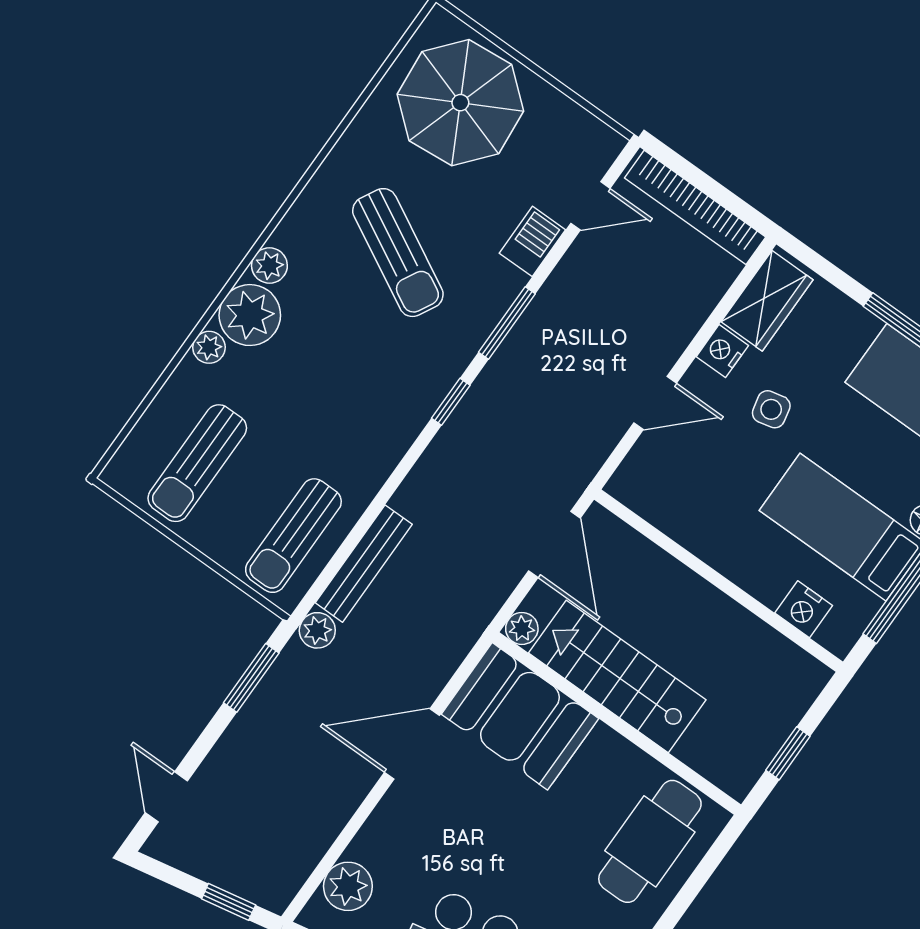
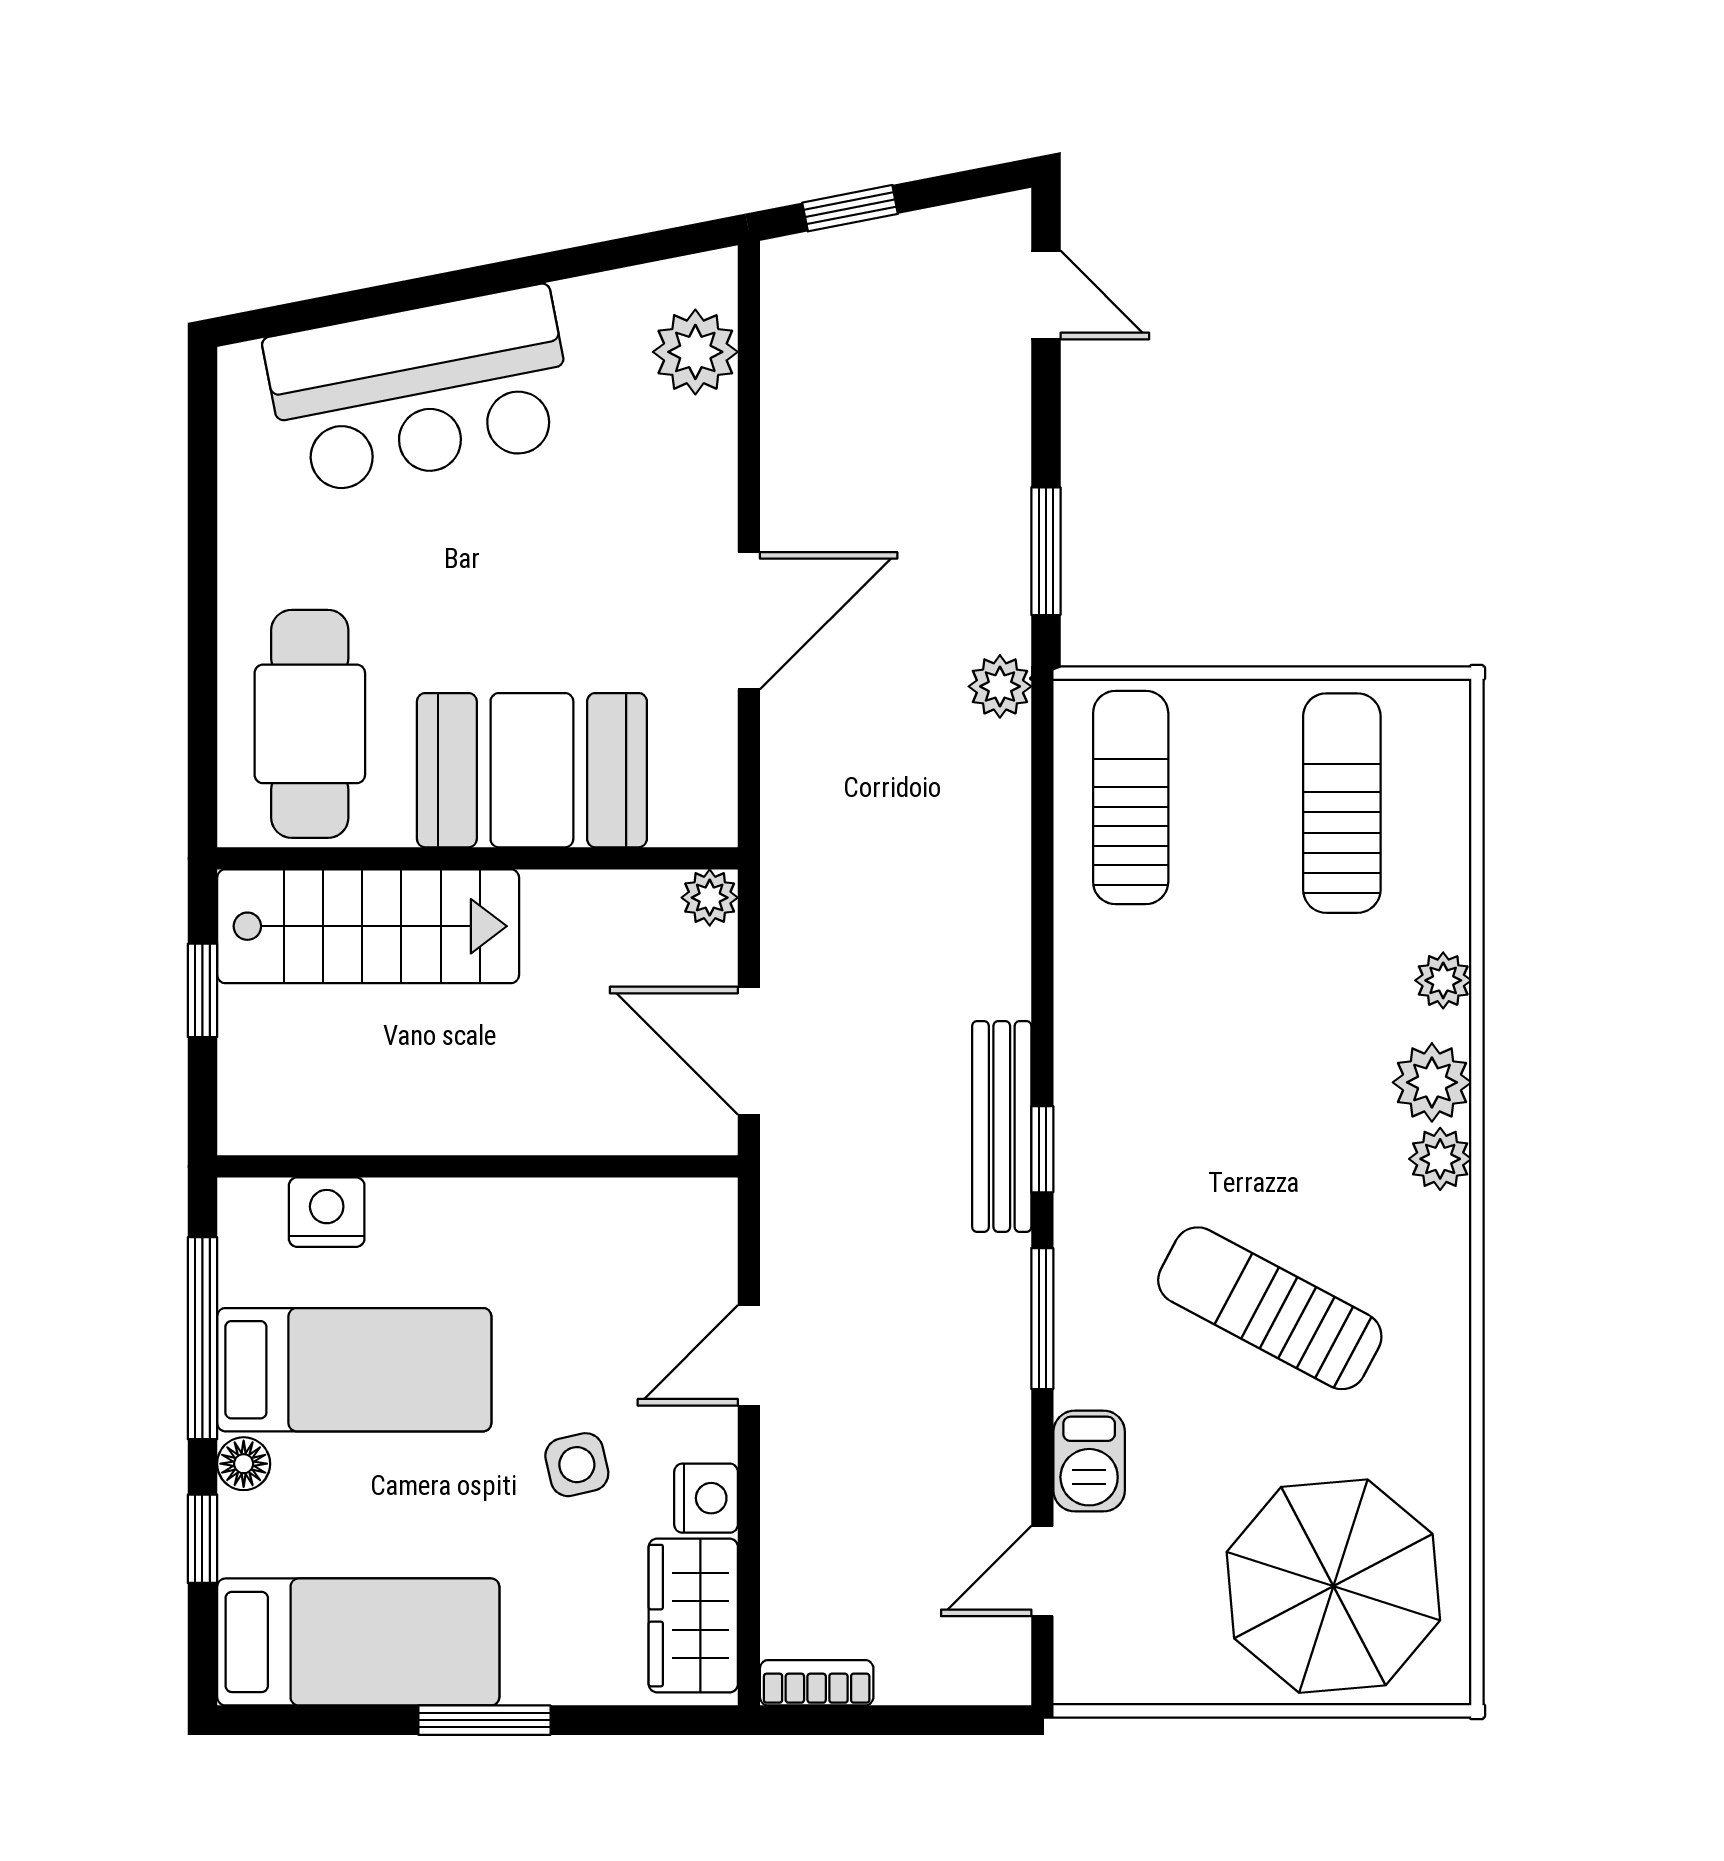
bookcase: (695, 207) -> (817, 1683), width x0.43, depth x0.76
plant: (250, 315) -> (1432, 1082), width x0.73, depth x0.73
bench: (364, 564) -> (1002, 1126), moved
stairs: (617, 676) -> (368, 926), moved
booth: (520, 716) -> (532, 770), moved

